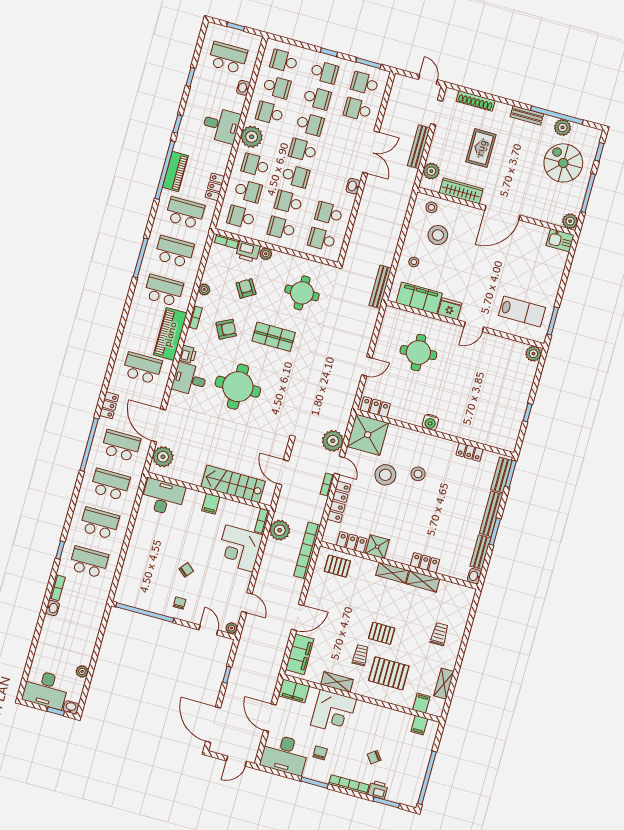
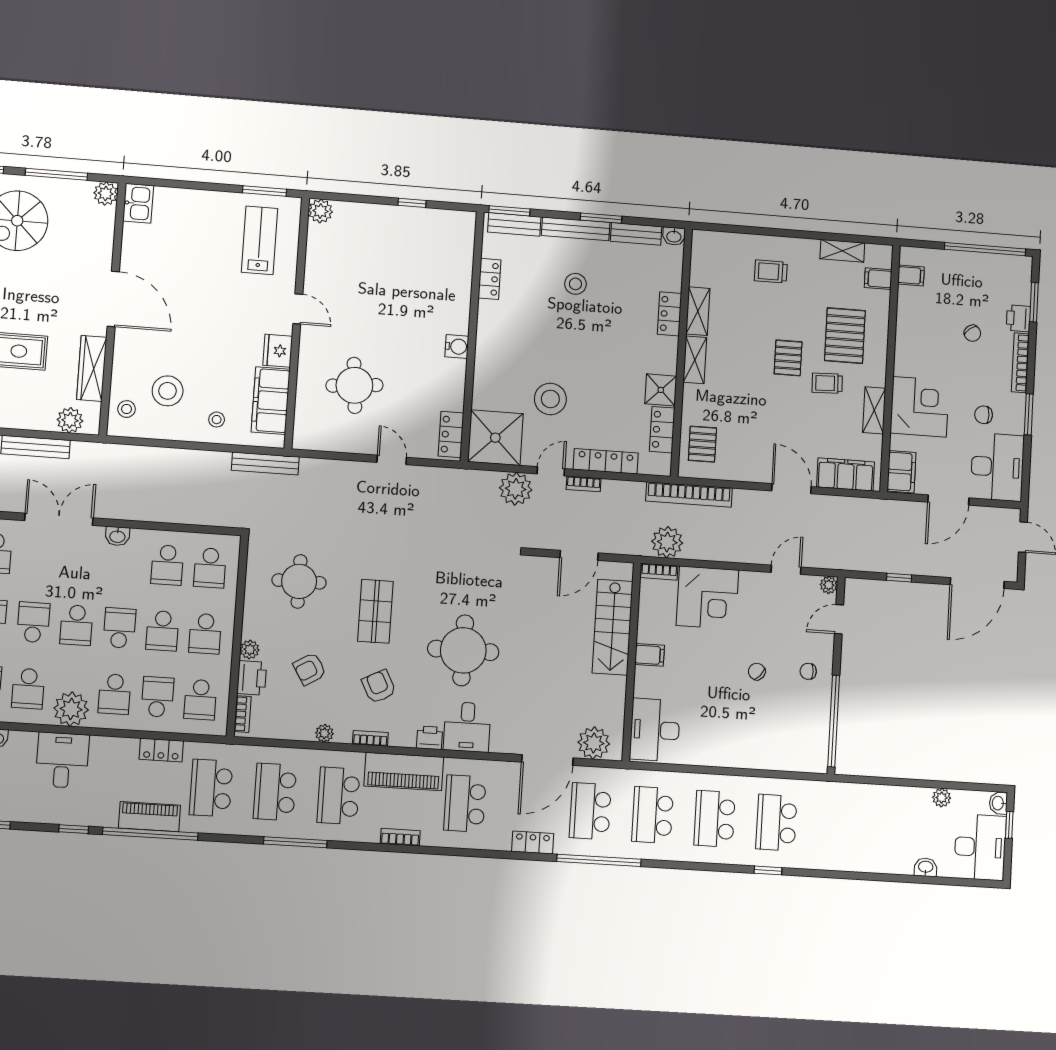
stool: (418, 474) -> (575, 284), moved
bookcase: (57, 588) -> (400, 837), moved
washbasin: (53, 608) -> (926, 867), moved

